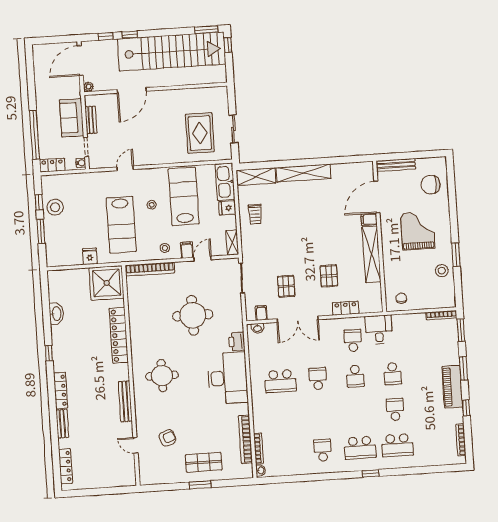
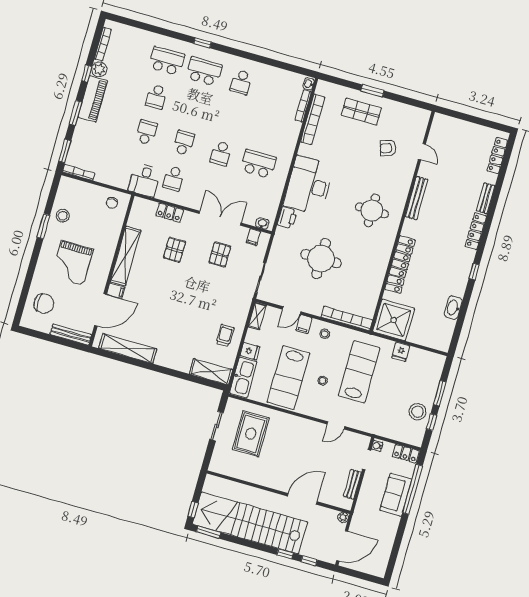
sofa: (72, 118) -> (396, 495), moved, turned 180
shelving: (303, 173) -> (128, 349), moved
plant: (456, 416) -> (99, 69), added

